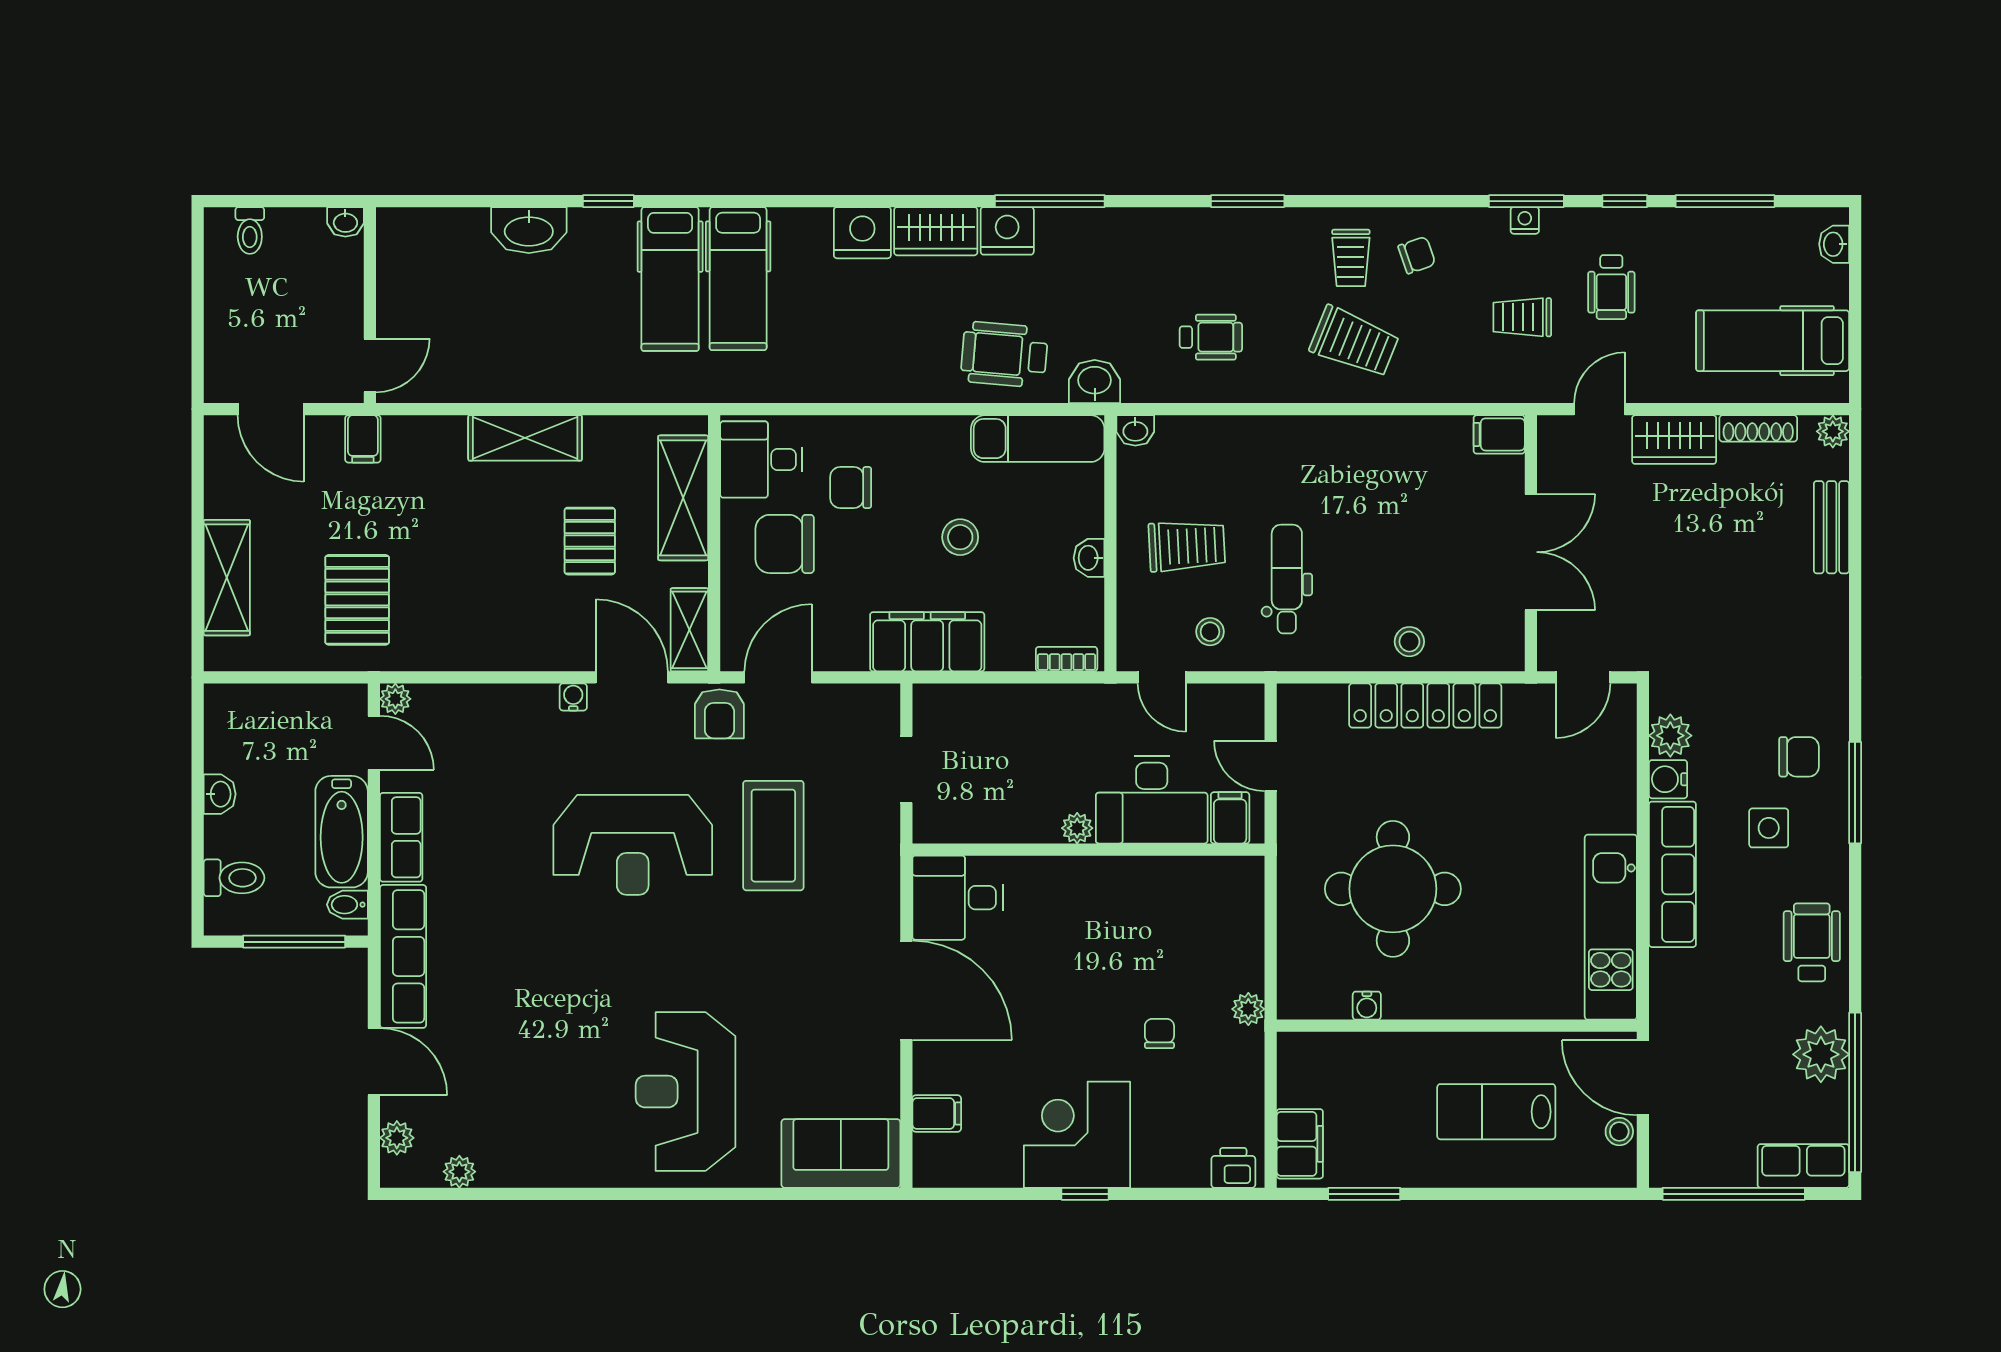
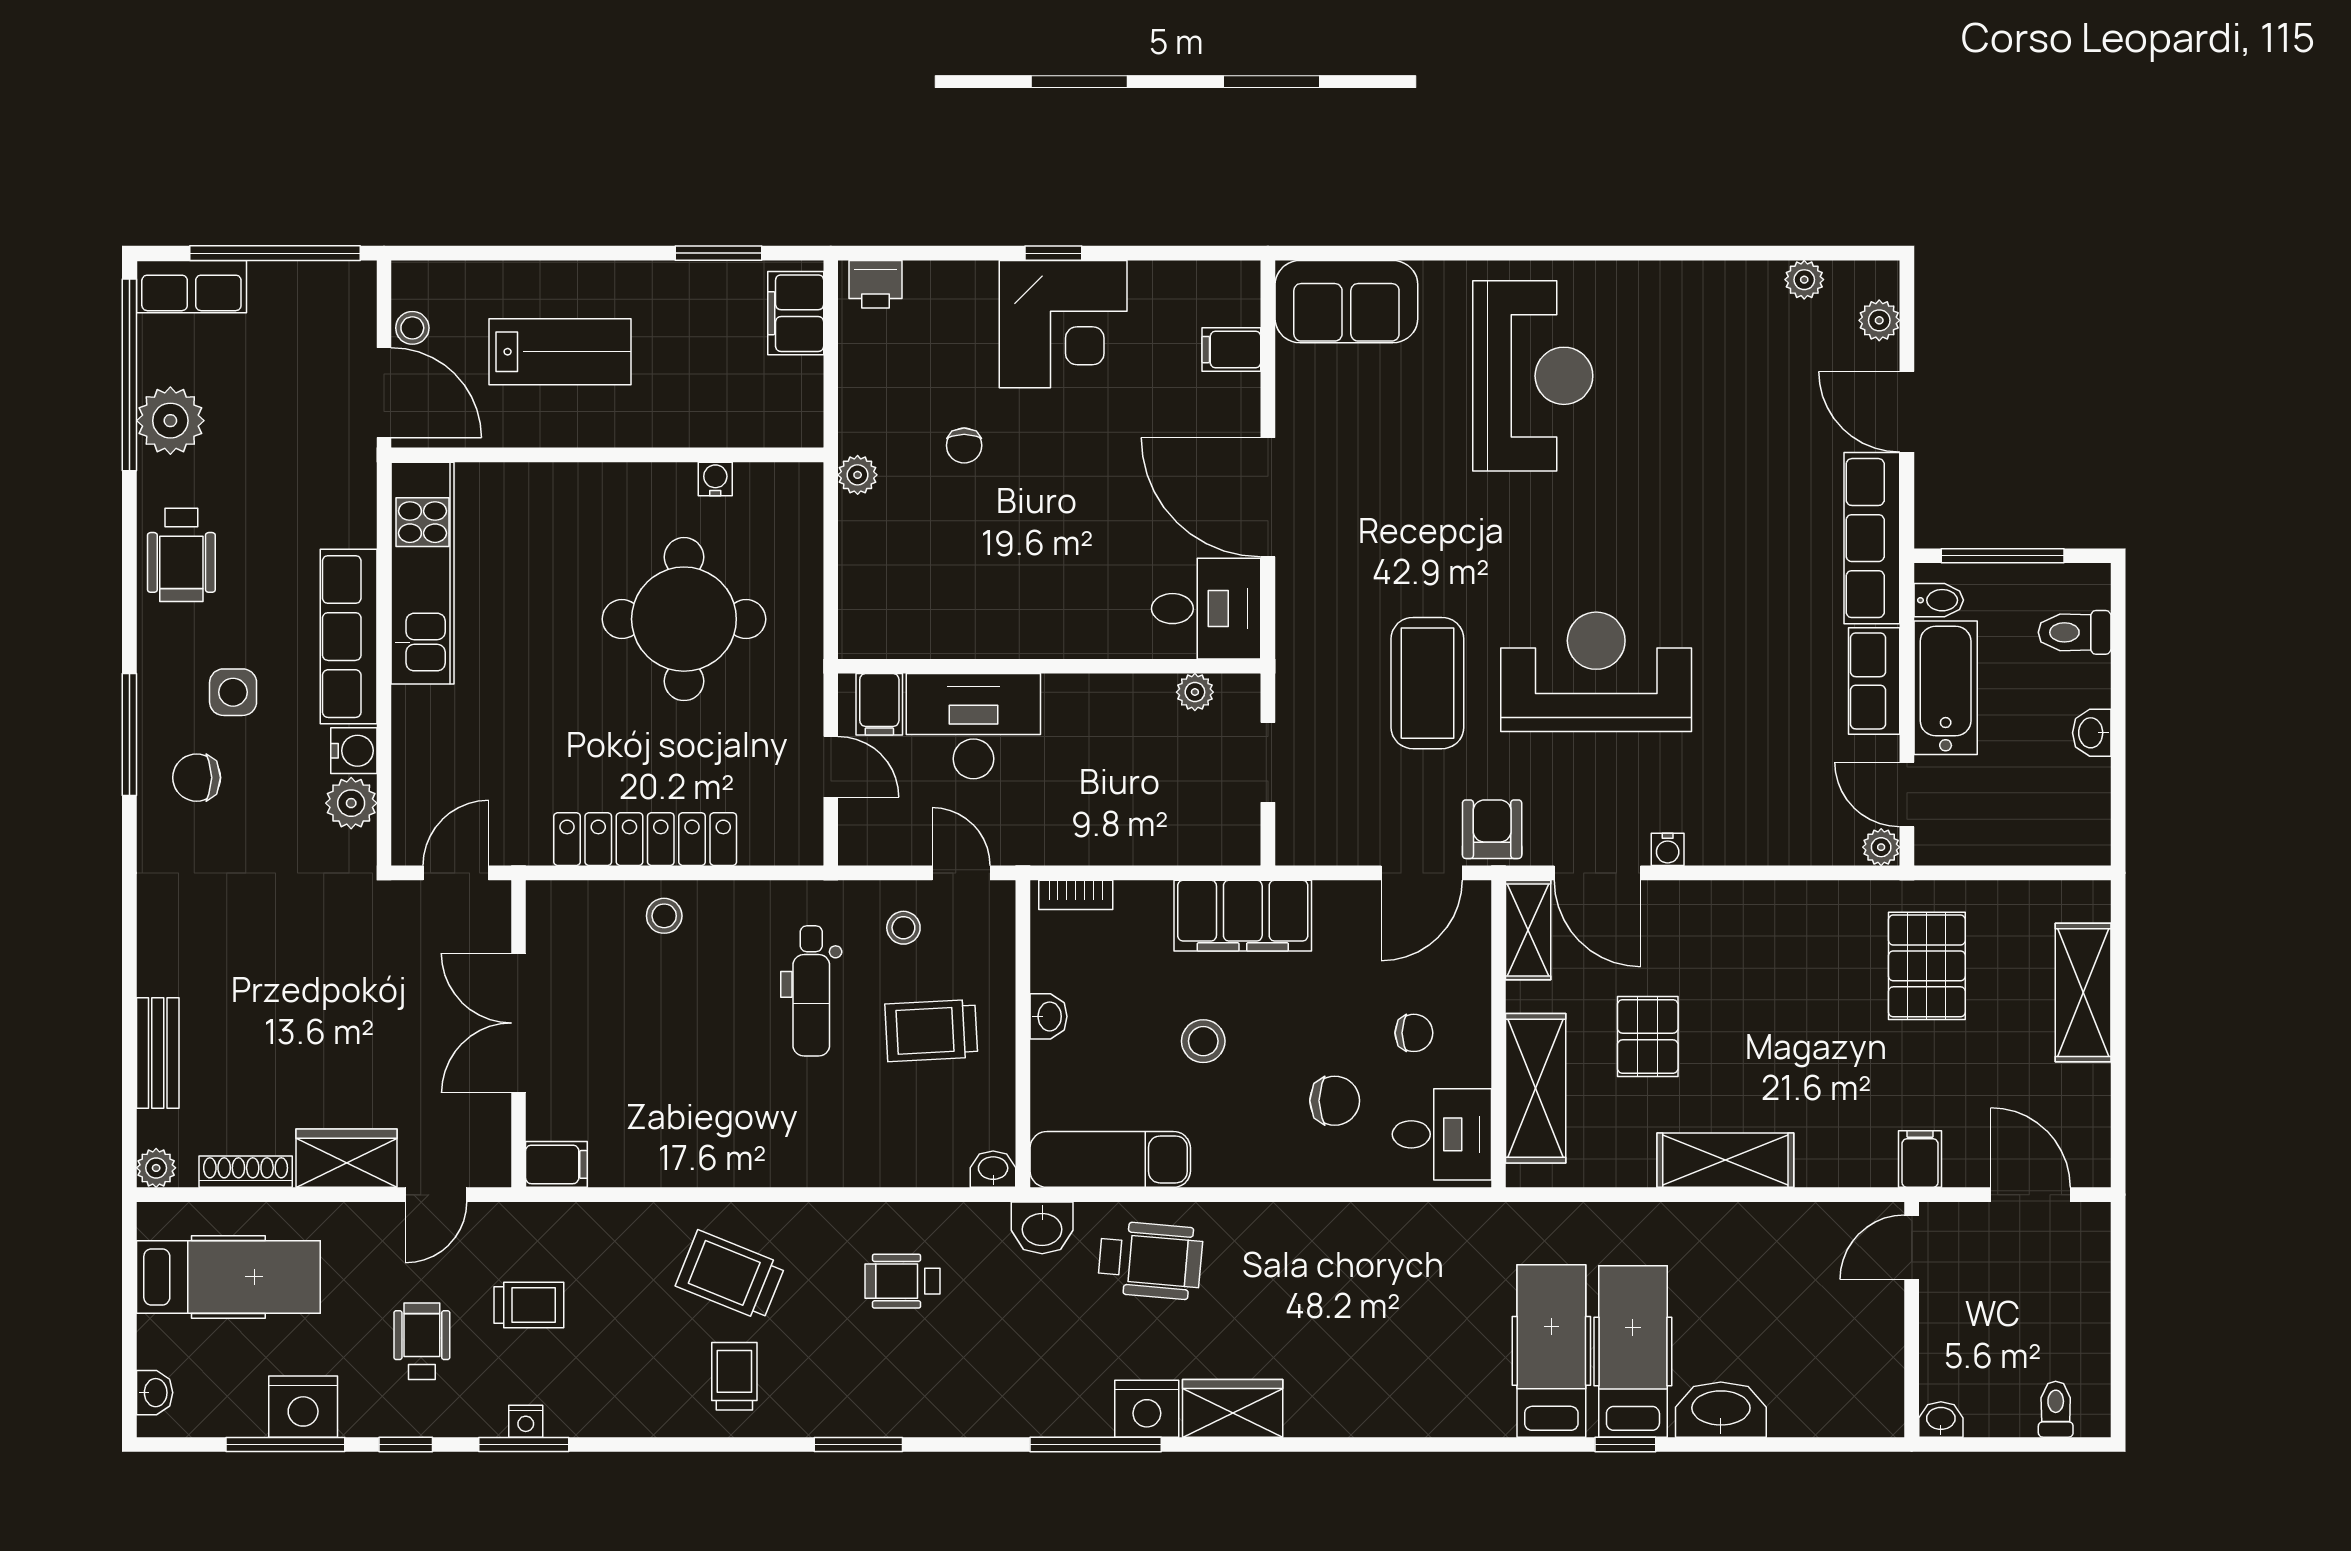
nightstand: (862, 233) -> (303, 1407), moved
chair: (1417, 255) -> (655, 1380), removed
hospital bed: (738, 279) -> (1633, 1351), moved
chair: (785, 544) -> (1414, 1033), width x0.54, depth x0.54
plant: (1077, 828) -> (1195, 692), moved

